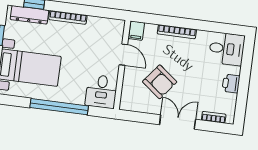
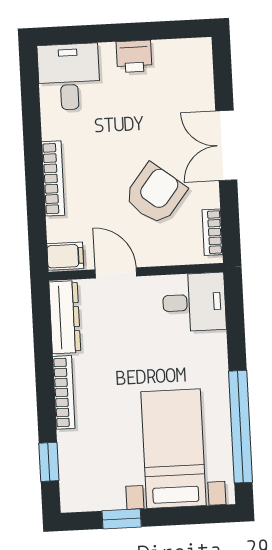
dresser: (29, 15) -> (65, 317), moved
door: (123, 55) -> (116, 273), hinge flipped
window: (59, 107) -> (240, 427), moved
bookcase: (214, 117) -> (212, 232), moved

